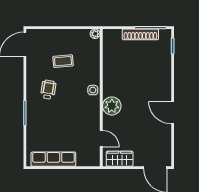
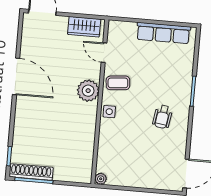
shoe rack: (140, 34) -> (31, 172), moved
coffee table: (63, 61) -> (118, 83), moved
door: (173, 113) -> (16, 76), width x1.36

